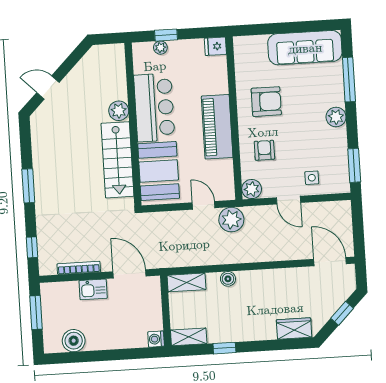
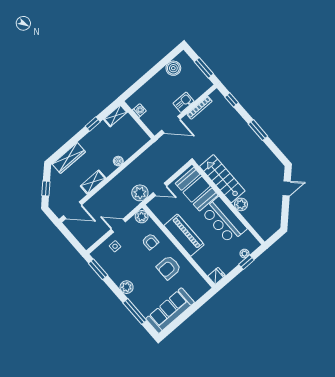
shelving: (186, 282) -> (93, 182), moved
wardrobe: (294, 329) -> (69, 158), width x1.50
washing machine: (156, 339) -> (139, 111), moved

